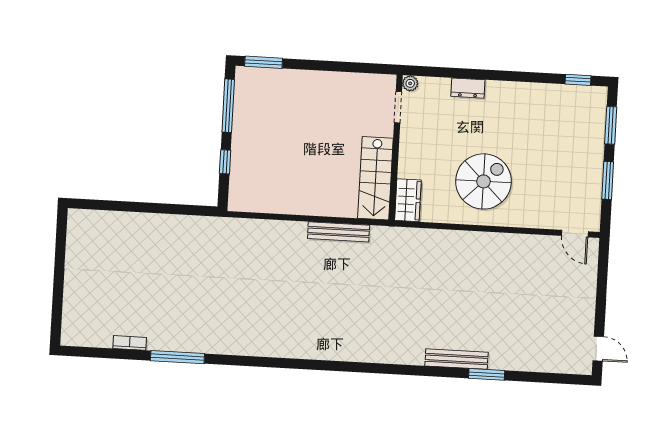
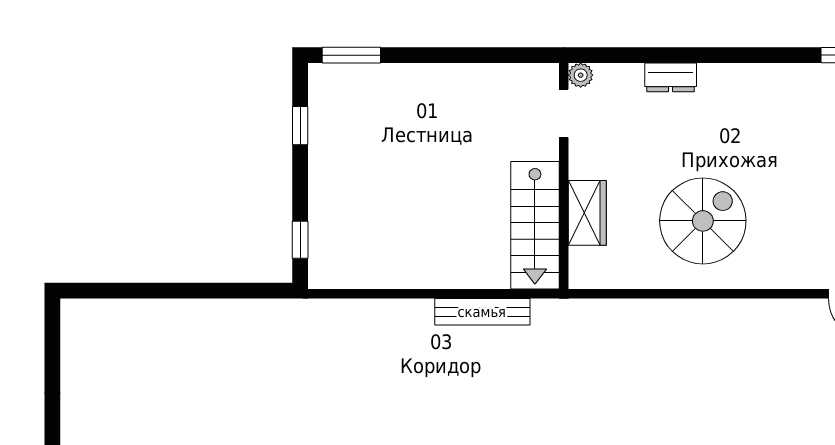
window: (228, 106) -> (300, 126), width x0.46
window: (225, 162) -> (300, 240), moved
wardrobe: (408, 200) -> (587, 213), moved

